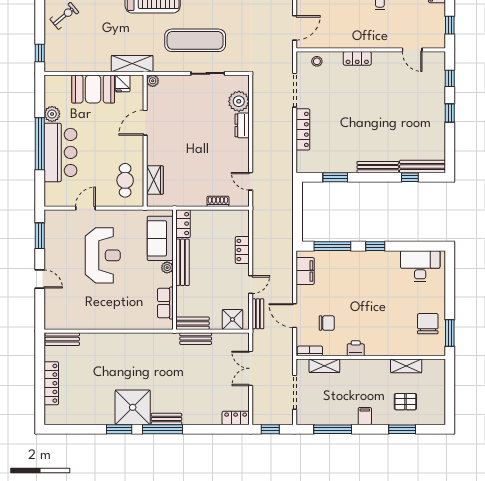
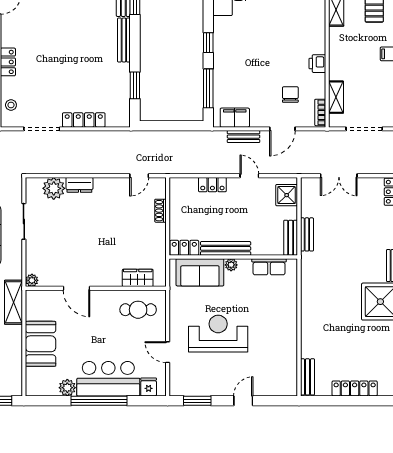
fridge: (123, 83) -> (149, 387), moved, turned -90
bench: (258, 314) -> (244, 137), moved

